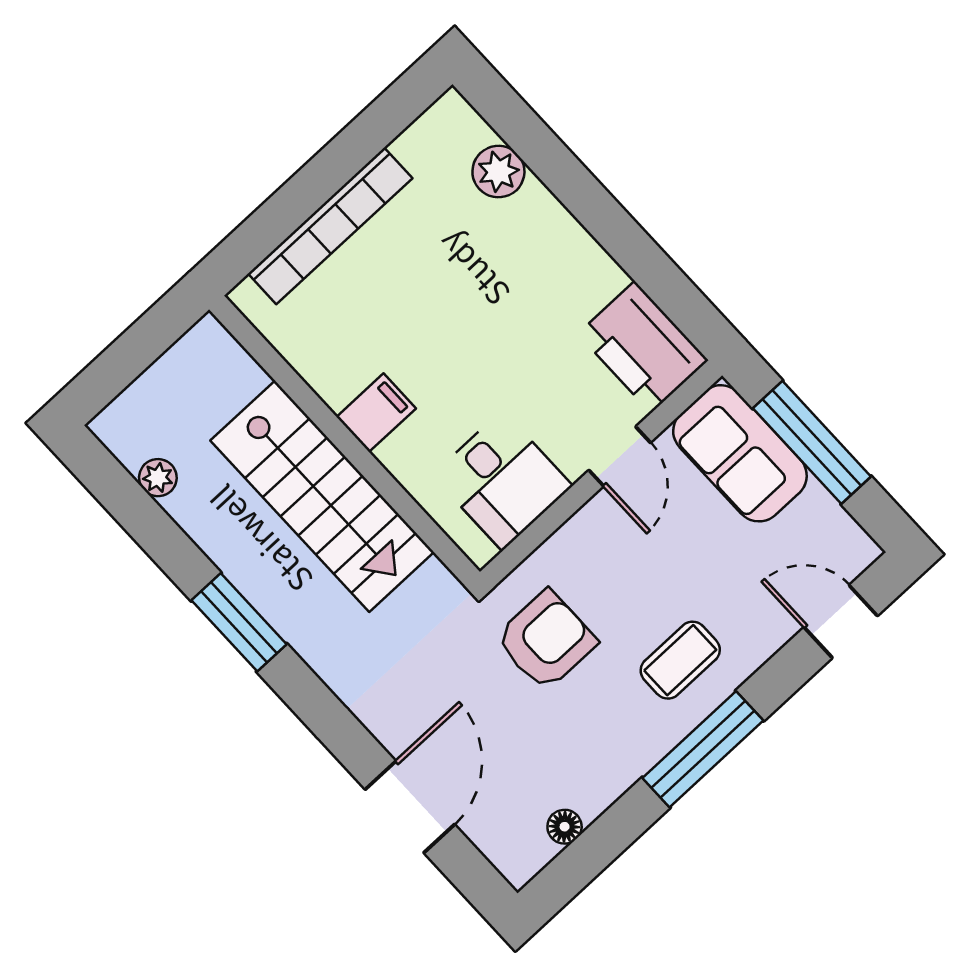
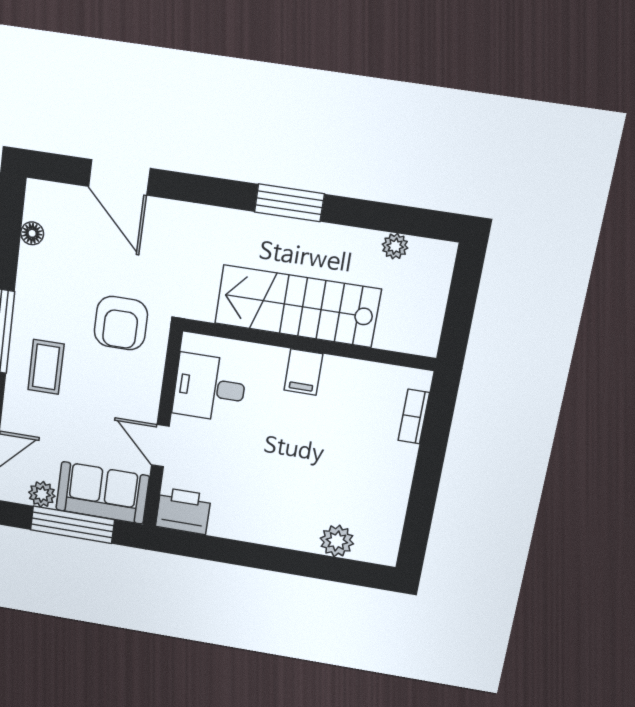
bookcase: (330, 226) -> (414, 416), width x0.43, depth x0.76
printer: (643, 347) -> (183, 511), width x0.73, depth x0.84
plant: (818, 510) -> (42, 494), added

